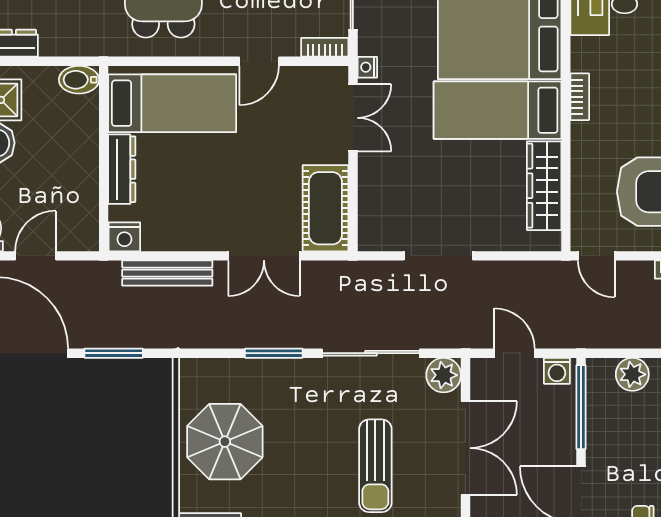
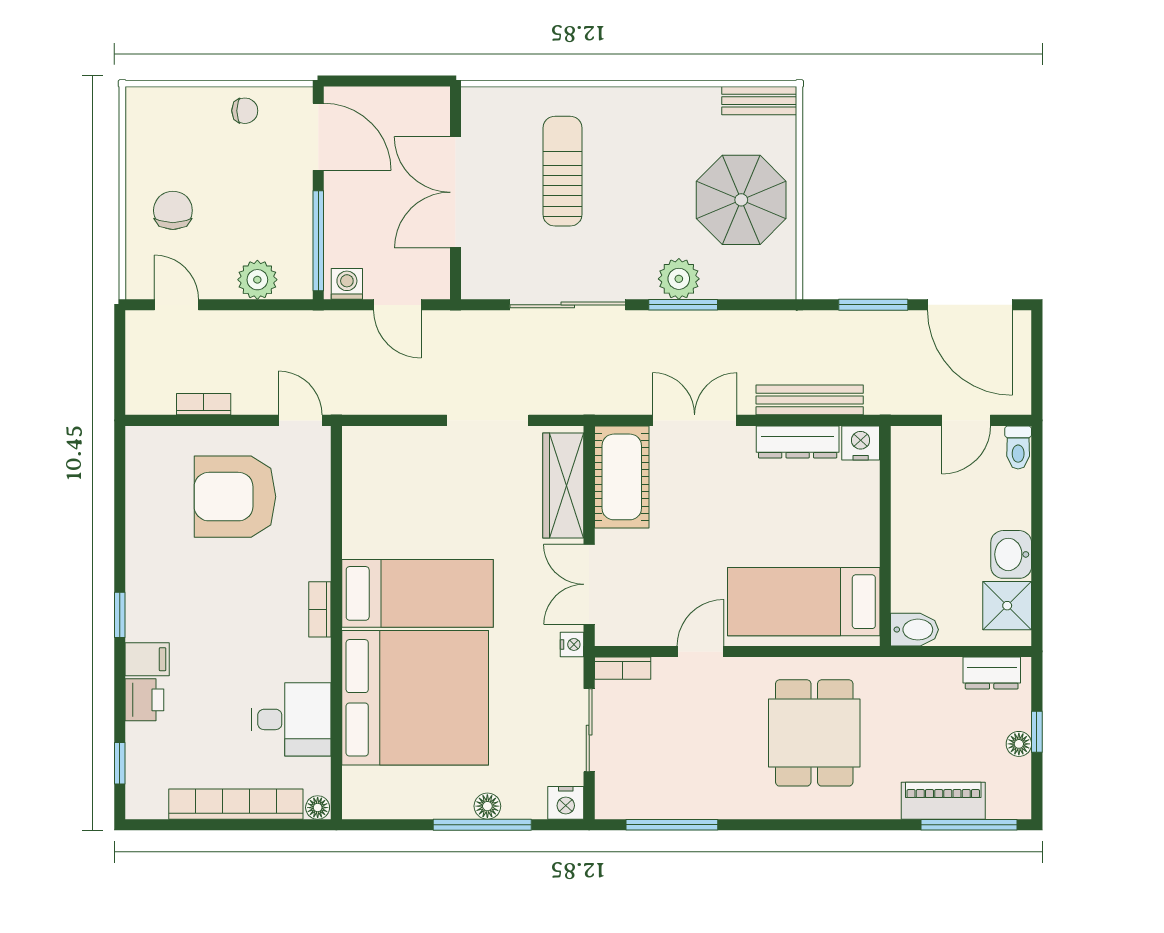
dresser: (122, 169) -> (798, 442), moved, turned -90
wardrobe: (544, 186) -> (563, 485), moved, turned 180
plant: (444, 375) -> (679, 279), moved

